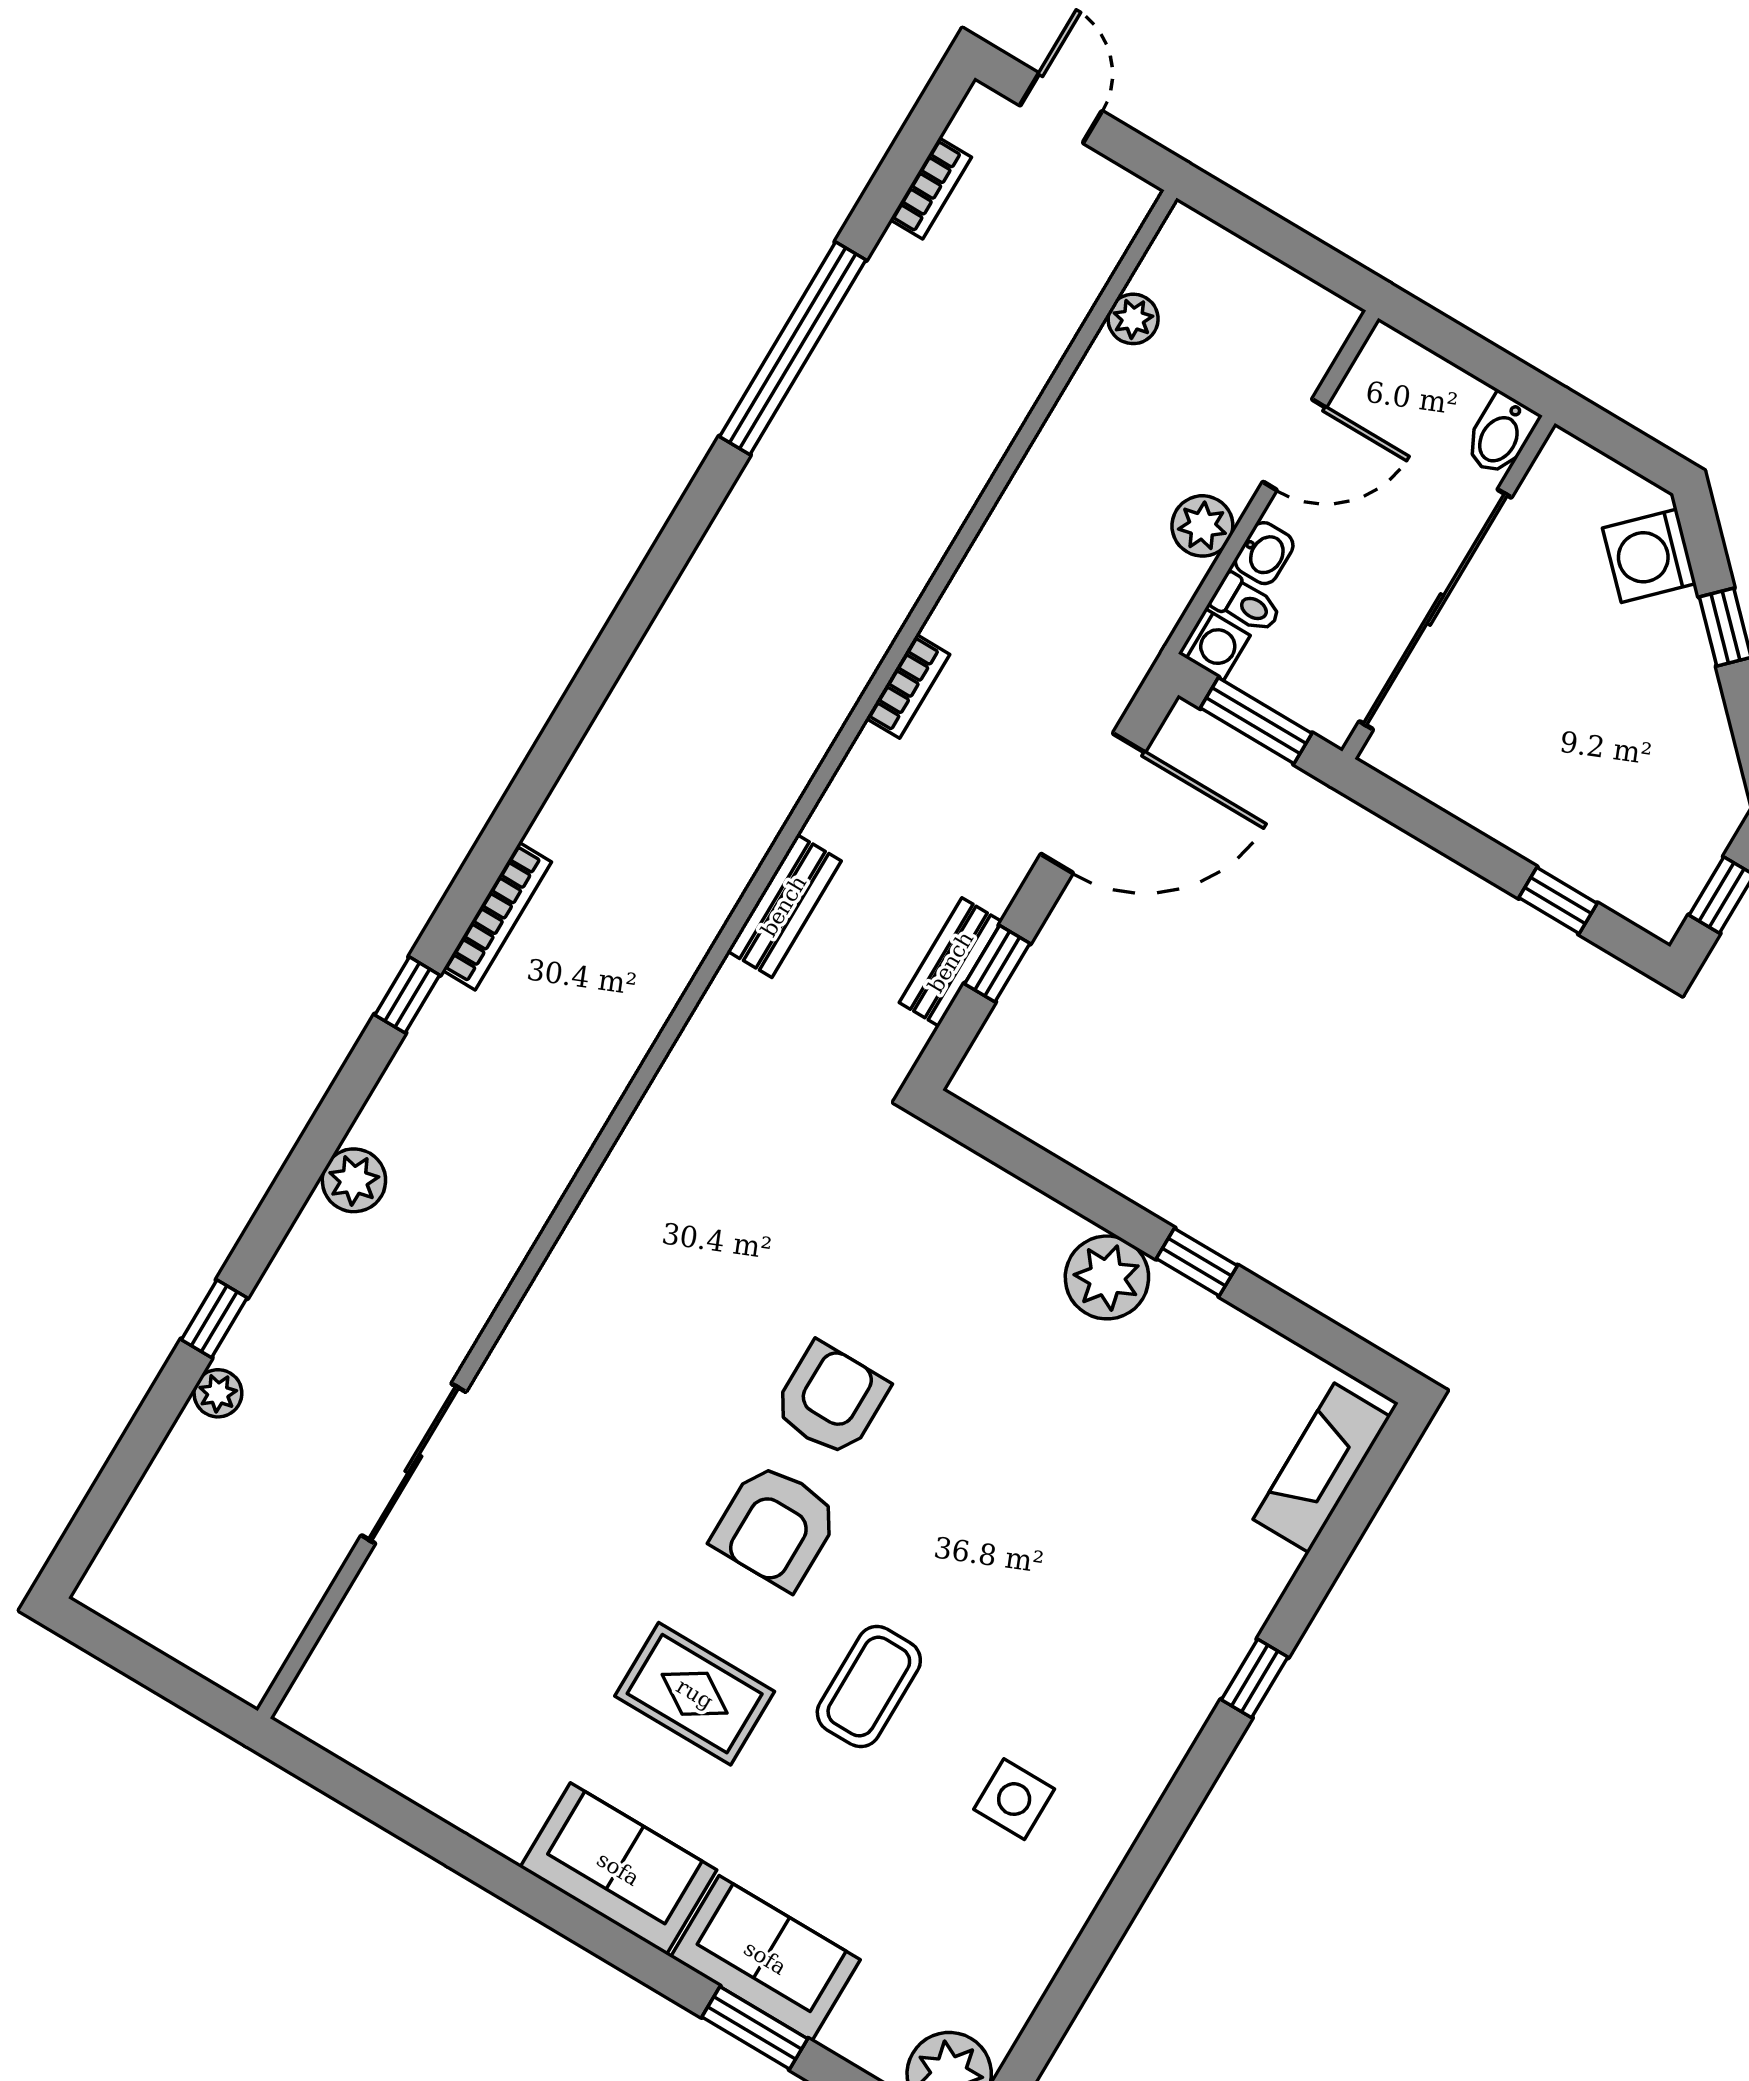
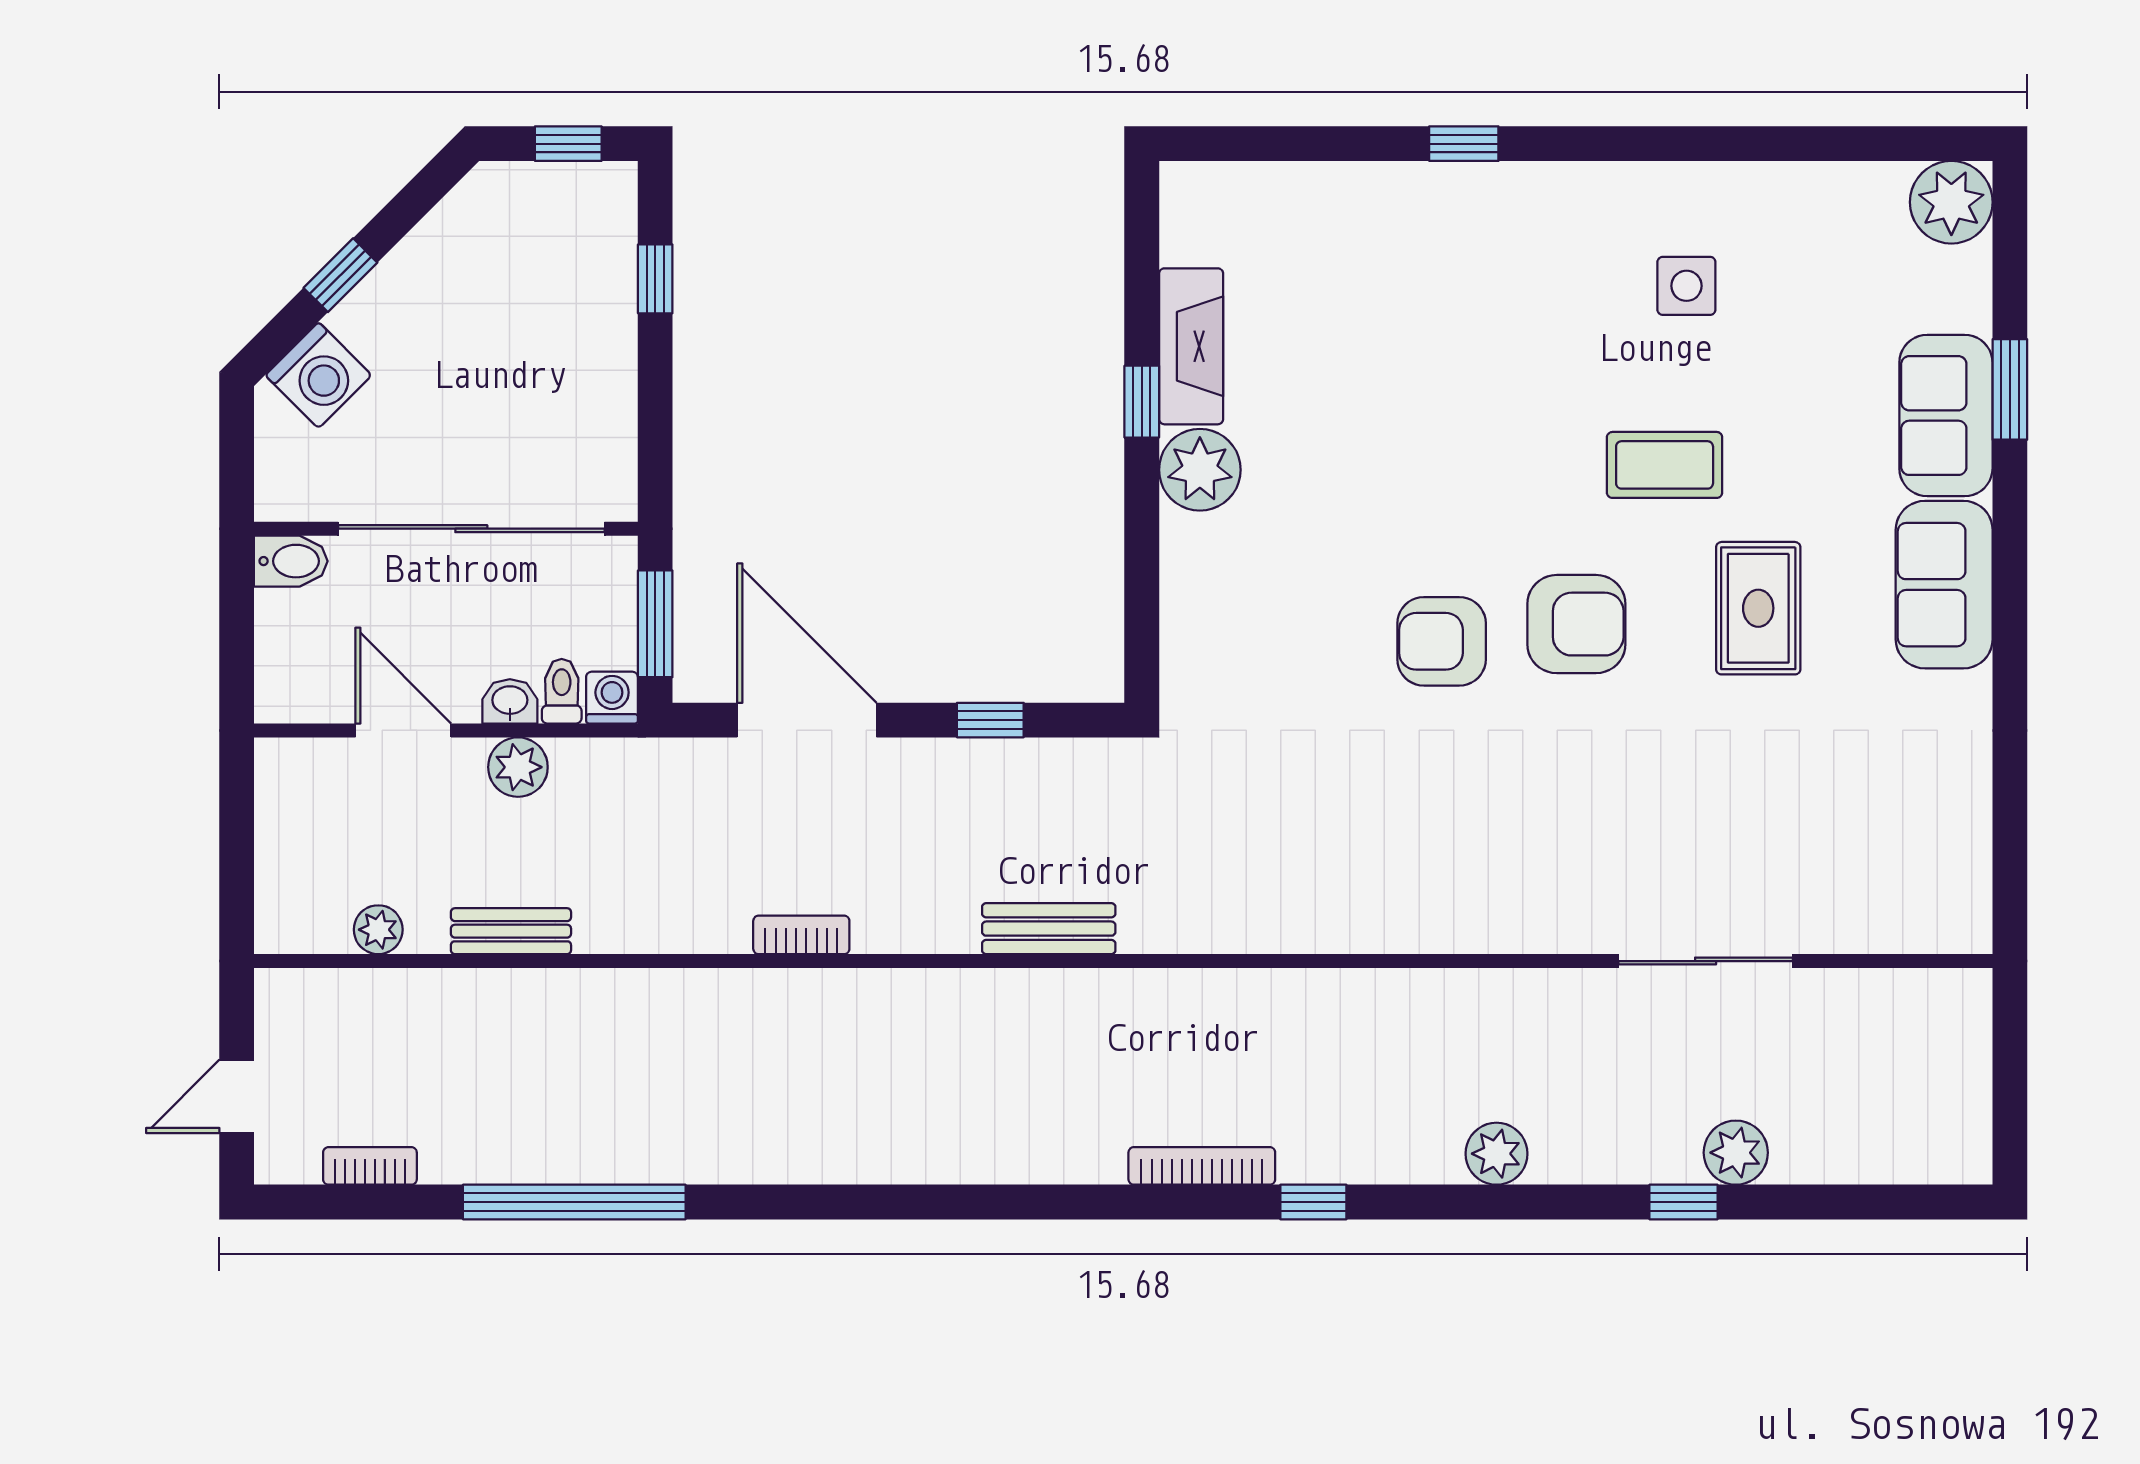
bench: (951, 962) -> (511, 931), moved
plant: (218, 1393) -> (1736, 1153), width x1.38, depth x1.38
fireplace: (1322, 1468) -> (1191, 346), moved, turned -90

